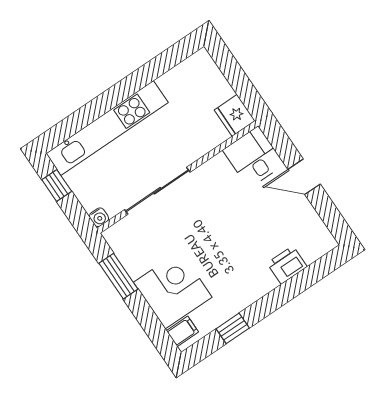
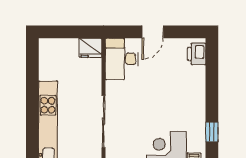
desk: (253, 157) -> (122, 59), width x1.37
printer: (287, 265) -> (197, 54), moved

